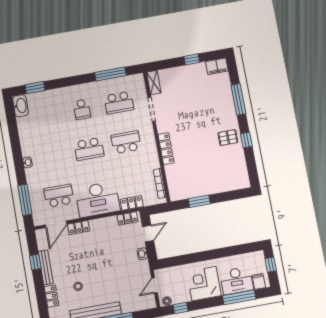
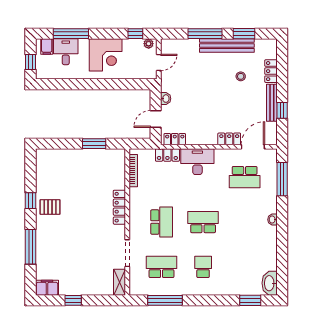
school desk: (126, 142) -> (162, 222), turned -90
desk: (98, 199) -> (197, 162), width x0.73, depth x0.77
desk: (237, 281) -> (66, 52), width x0.73

